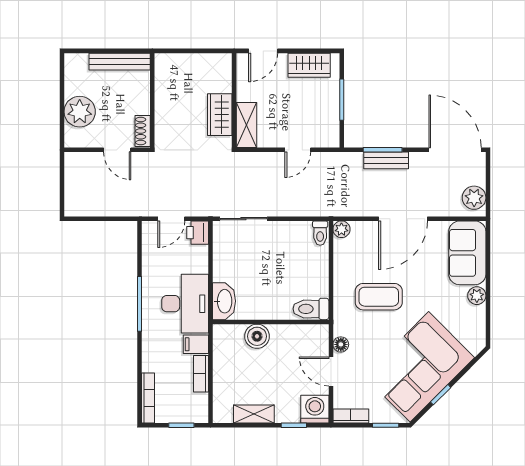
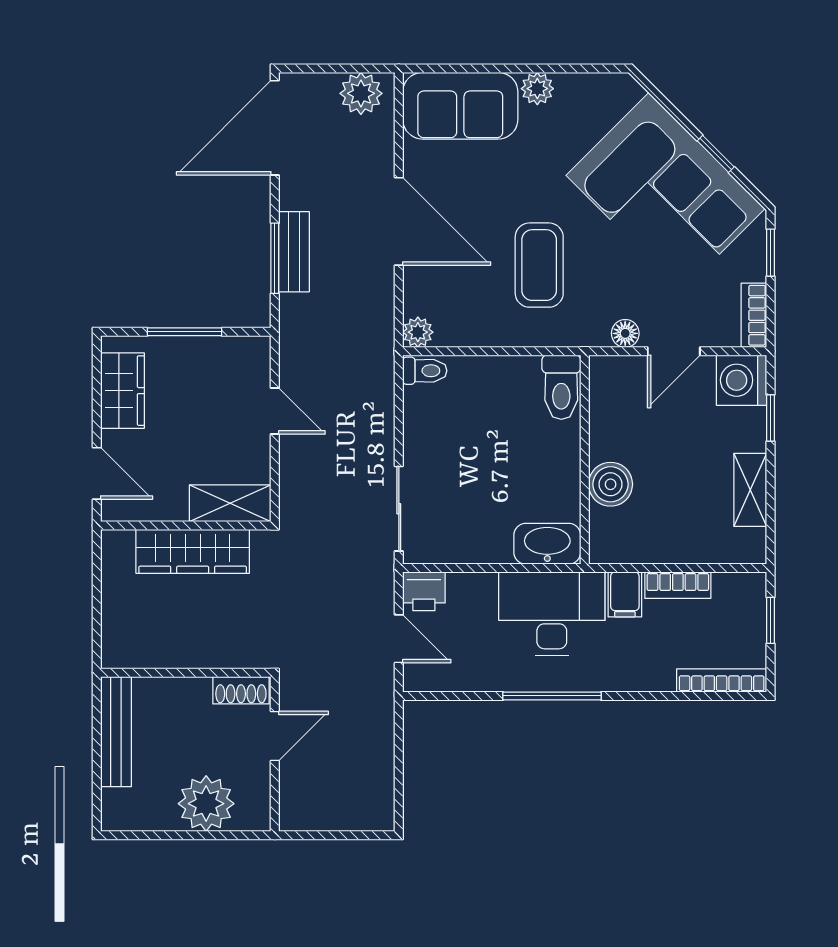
wardrobe: (220, 115) -> (193, 551), width x1.50

